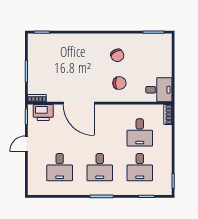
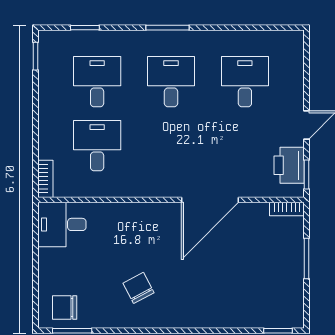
chair: (119, 83) -> (65, 307), moved
door: (79, 103) -> (210, 200), swing flipped
printer: (43, 112) -> (289, 165), moved, turned -90

